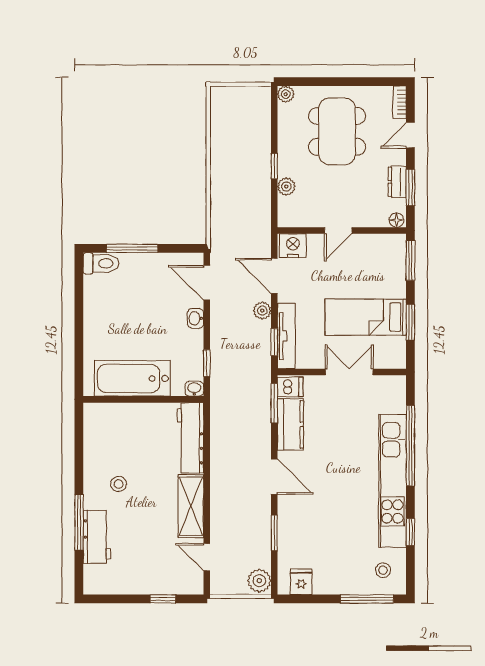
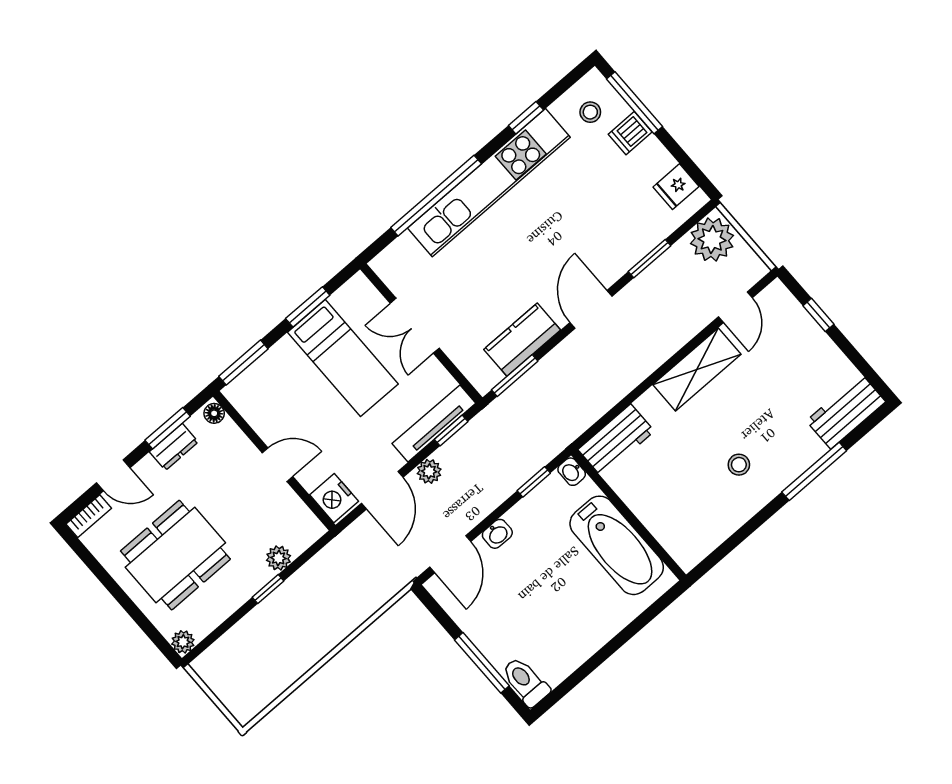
dishwasher: (290, 387) -> (630, 133), moved, turned -90
workbench: (190, 438) -> (616, 440), width x0.73
workbench: (97, 537) -> (846, 411), moved
plant: (259, 581) -> (712, 240), width x1.36, depth x1.36

